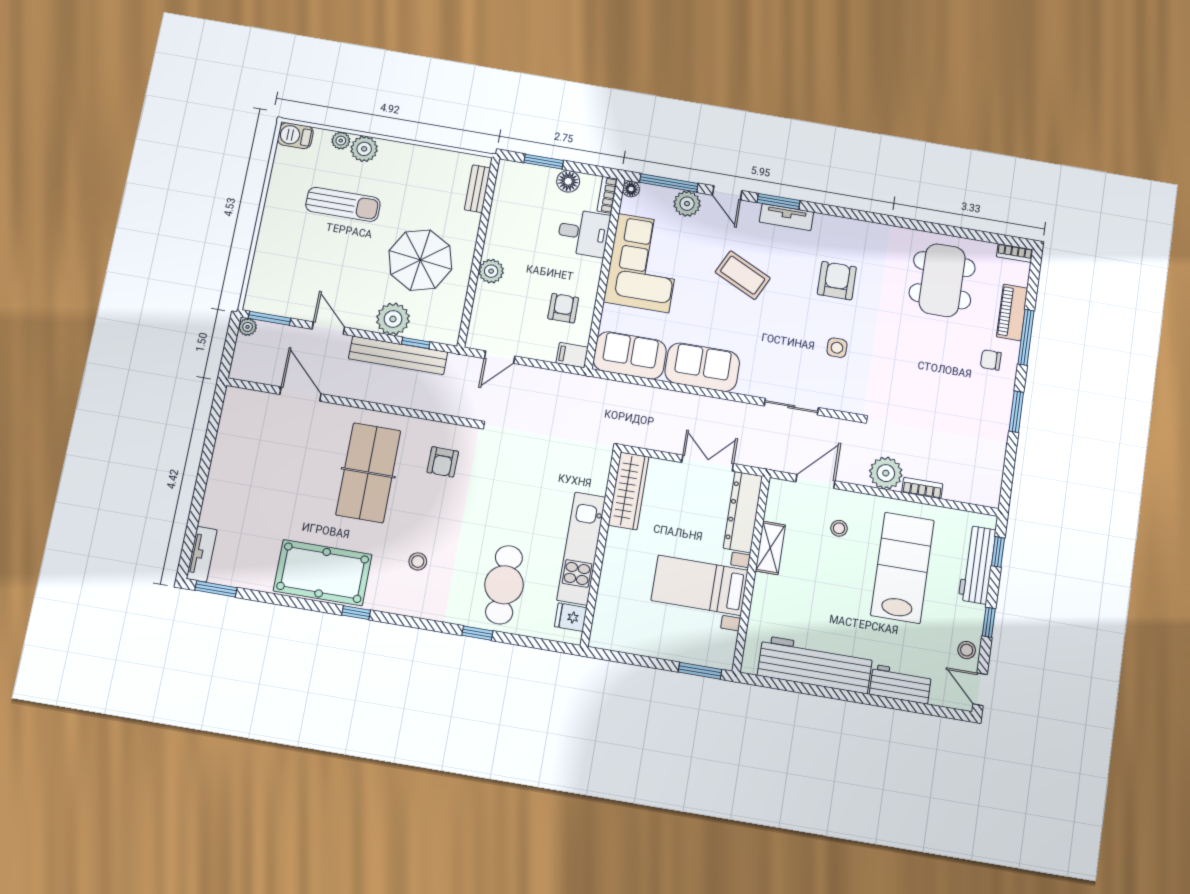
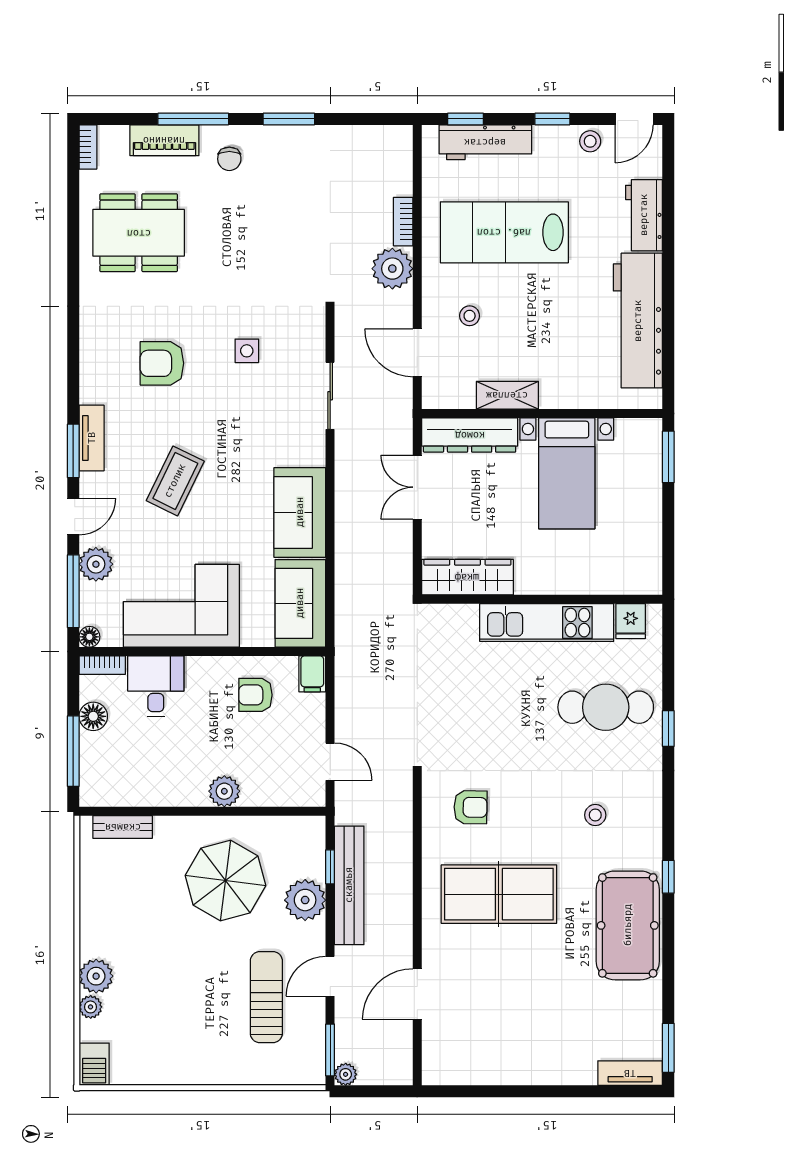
window: (544, 162) -> (73, 751), width x1.44
sun lounger: (343, 204) -> (266, 997), moved

